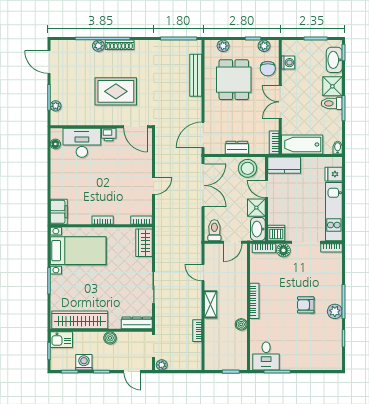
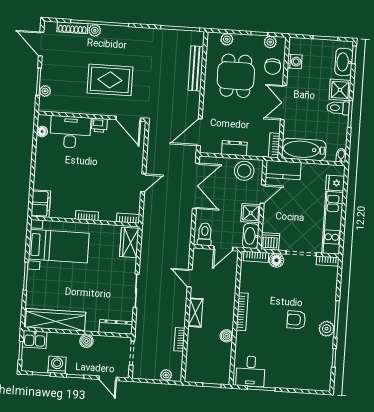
shoe rack: (120, 45) -> (72, 28), moved
door: (266, 189) -> (263, 194), swing flipped
plant: (162, 365) -> (166, 375), moved

